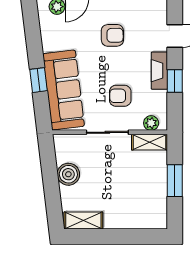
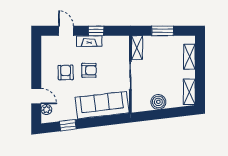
window: (38, 80) -> (68, 125), moved
armchair: (120, 96) -> (89, 70), moved, turned -90
plant: (151, 123) -> (124, 47), removed
shelving: (136, 221) -> (189, 57), added

